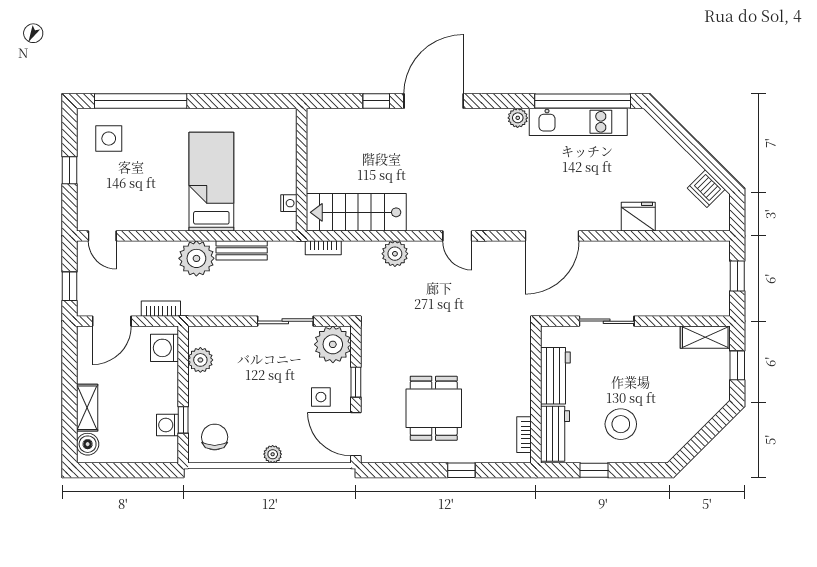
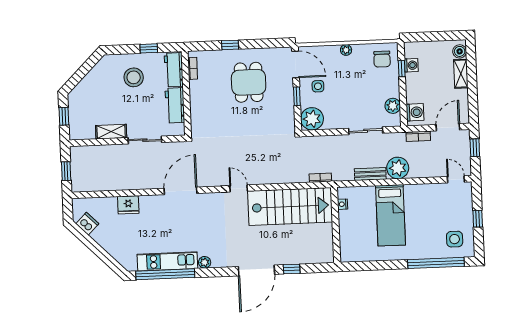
stairs: (356, 212) -> (290, 207), width x1.36, depth x1.51
plant: (395, 254) -> (276, 176), removed
sliding door: (285, 321) -> (366, 131), moved
shelving: (705, 337) -> (111, 132), moved

